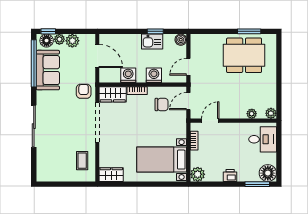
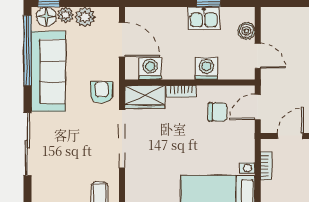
boiler: (181, 40) -> (246, 31), moved
door: (188, 67) -> (258, 56), swing flipped
sofa: (48, 70) -> (48, 71), width x1.36
washing machine: (128, 75) -> (150, 69), moved

